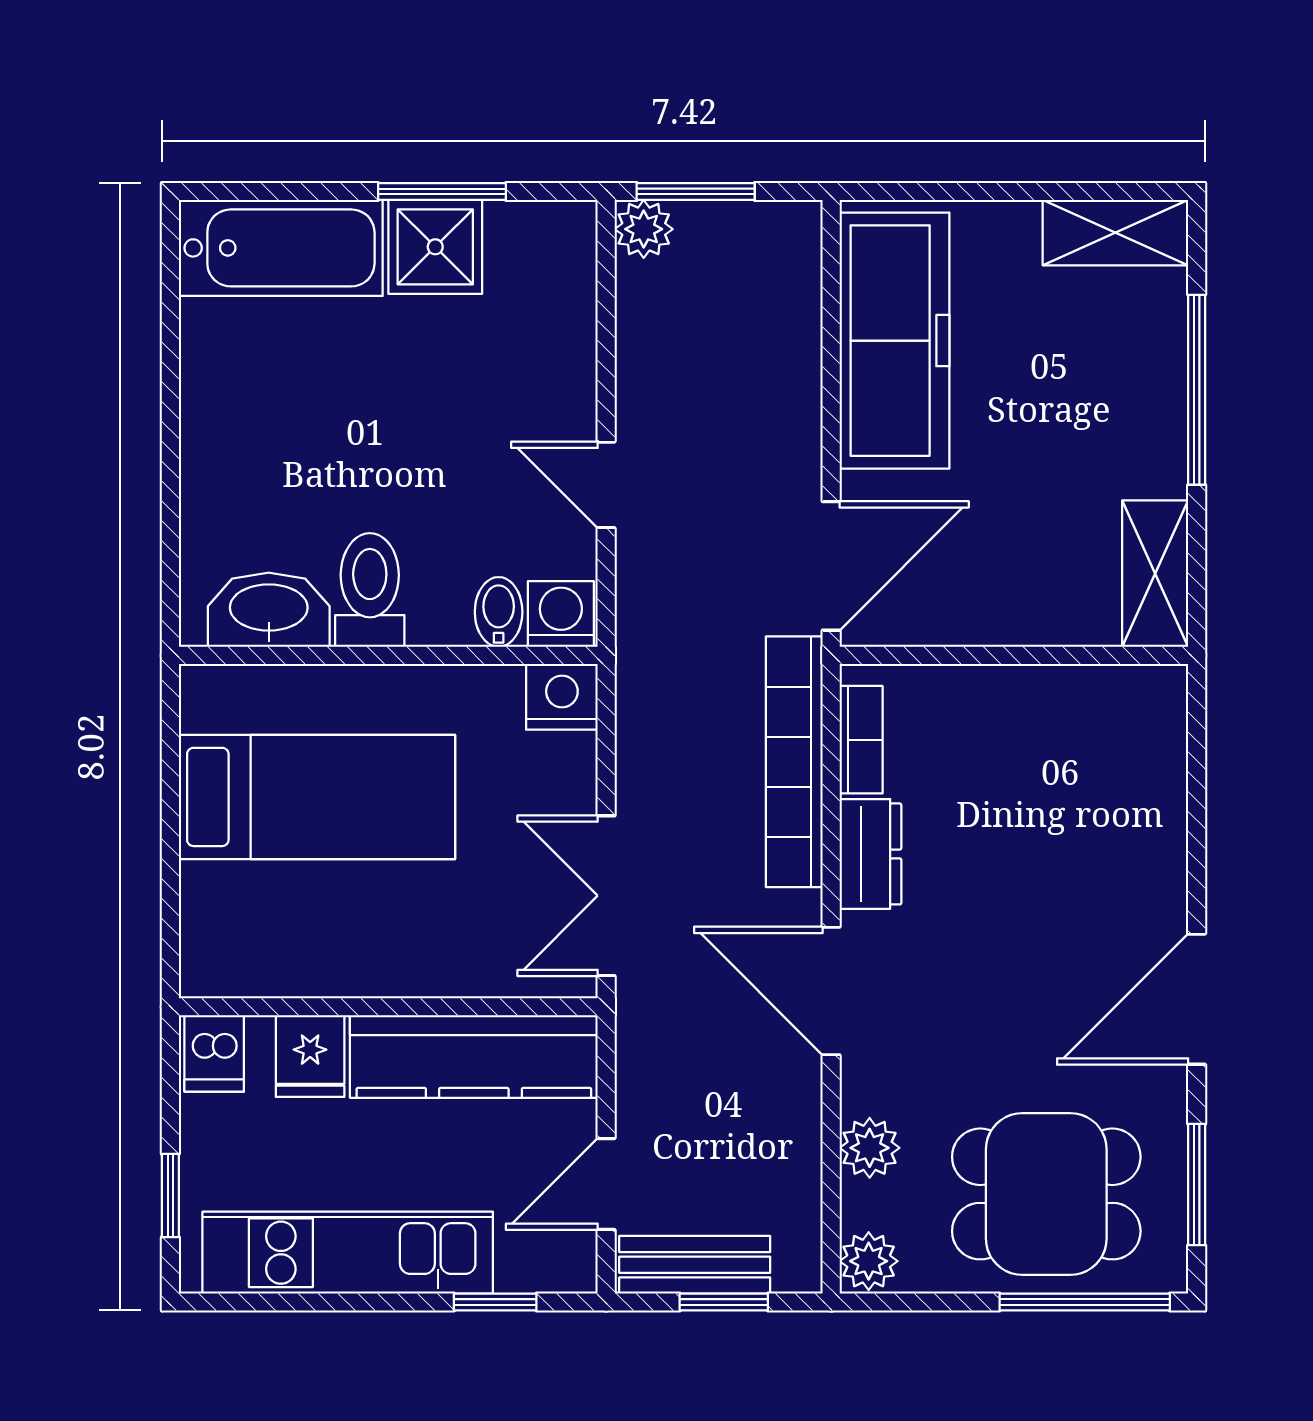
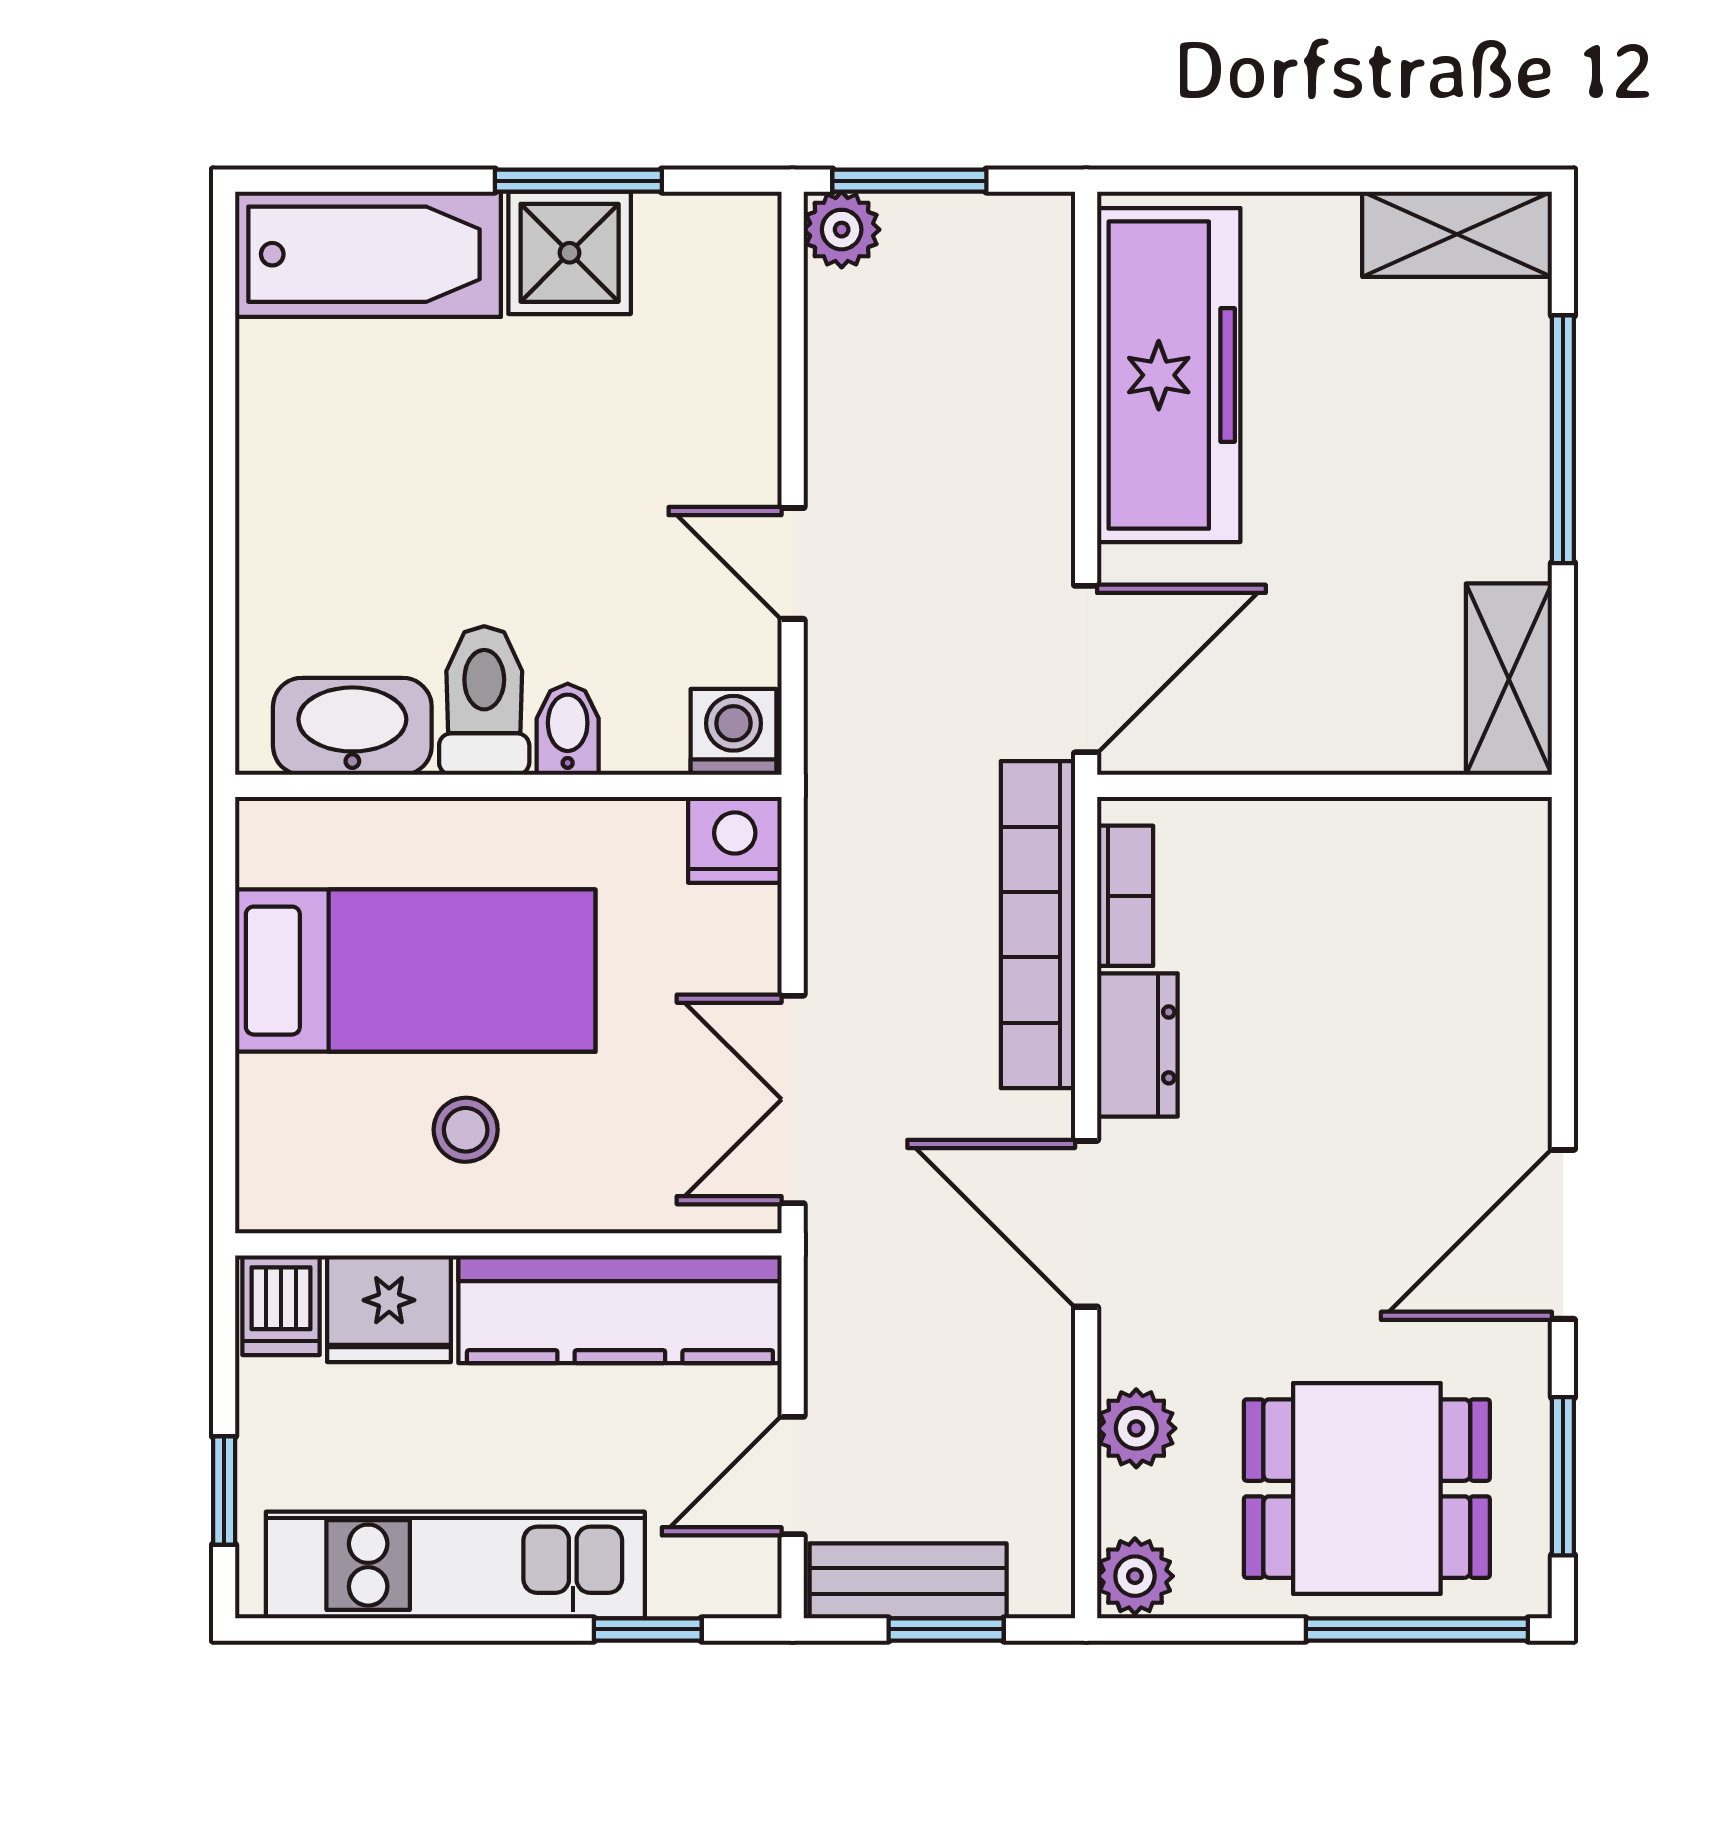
bidet: (499, 612) -> (568, 729), moved
stool: (356, 919) -> (466, 1130), added
fridge: (310, 1056) -> (389, 1309), width x1.38

